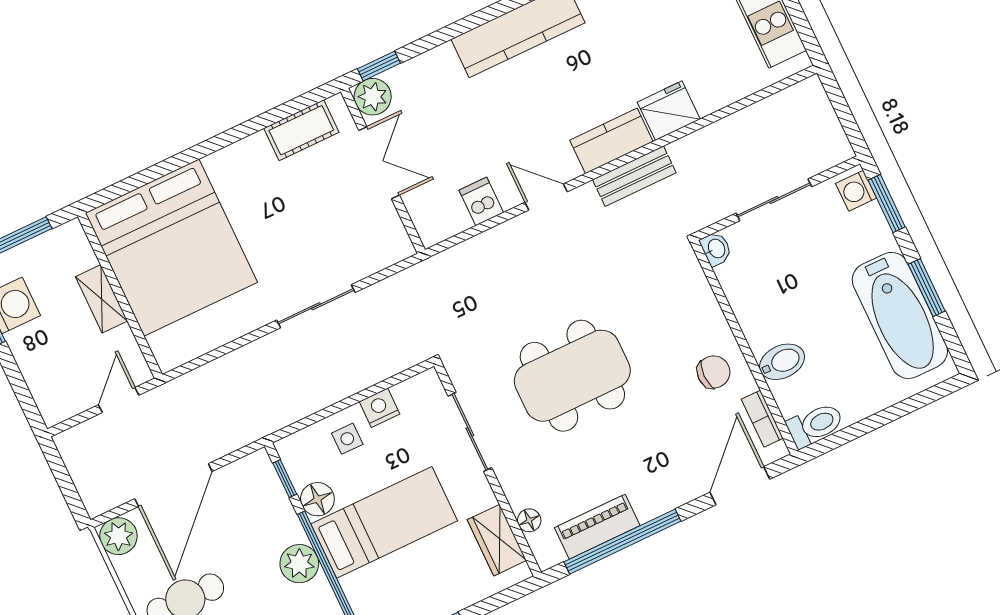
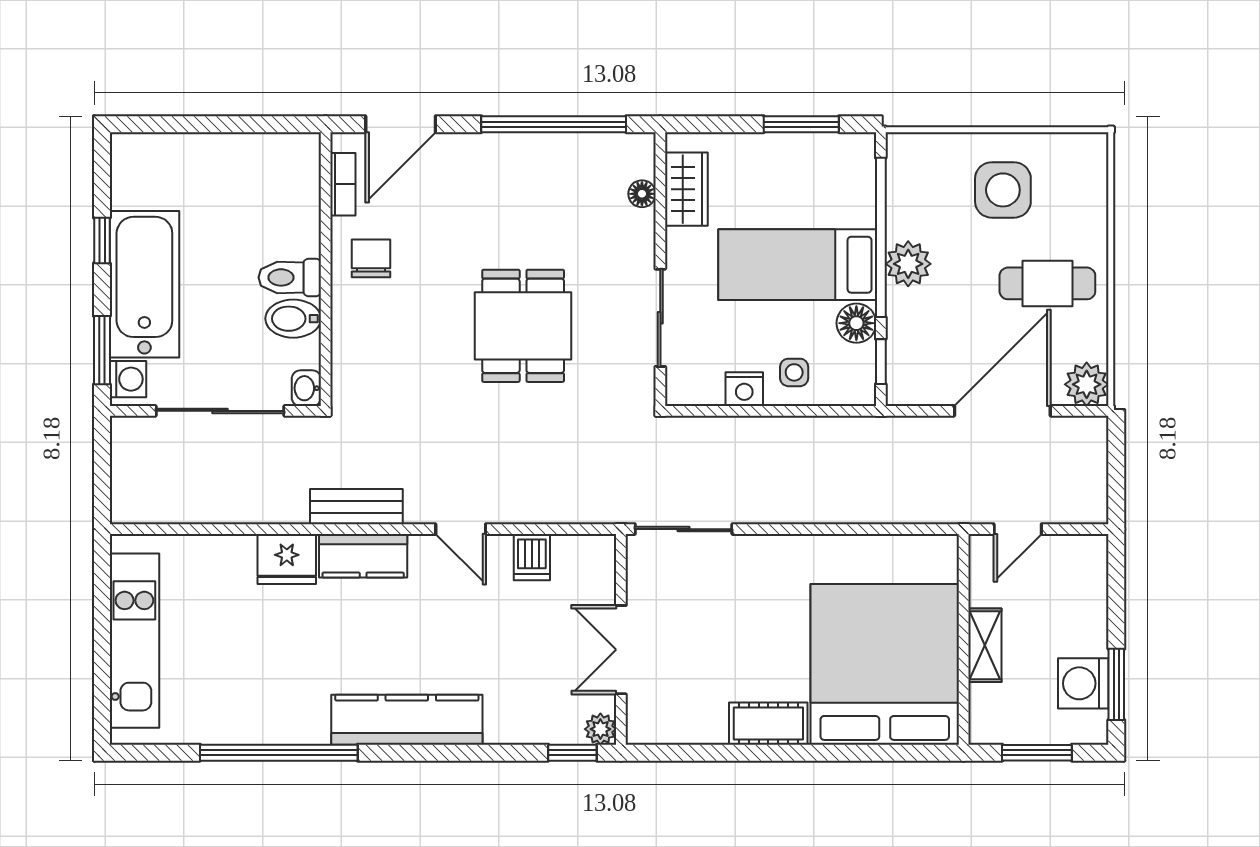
plant: (373, 97) -> (600, 729), width x0.73, depth x0.73
cot: (301, 130) -> (768, 724), moved
sliding door: (774, 200) -> (220, 411), width x1.37
window: (927, 288) -> (102, 240), width x0.67
sliding door: (316, 306) -> (684, 529), moved
bathtub: (900, 315) -> (144, 284), moved
bidet: (782, 362) -> (293, 319), moved
chair: (714, 372) -> (371, 258), turned 90
dining table: (572, 376) -> (523, 326), width x0.73
toilet: (815, 425) -> (290, 277), moved
piano: (597, 527) -> (573, 153), removed

